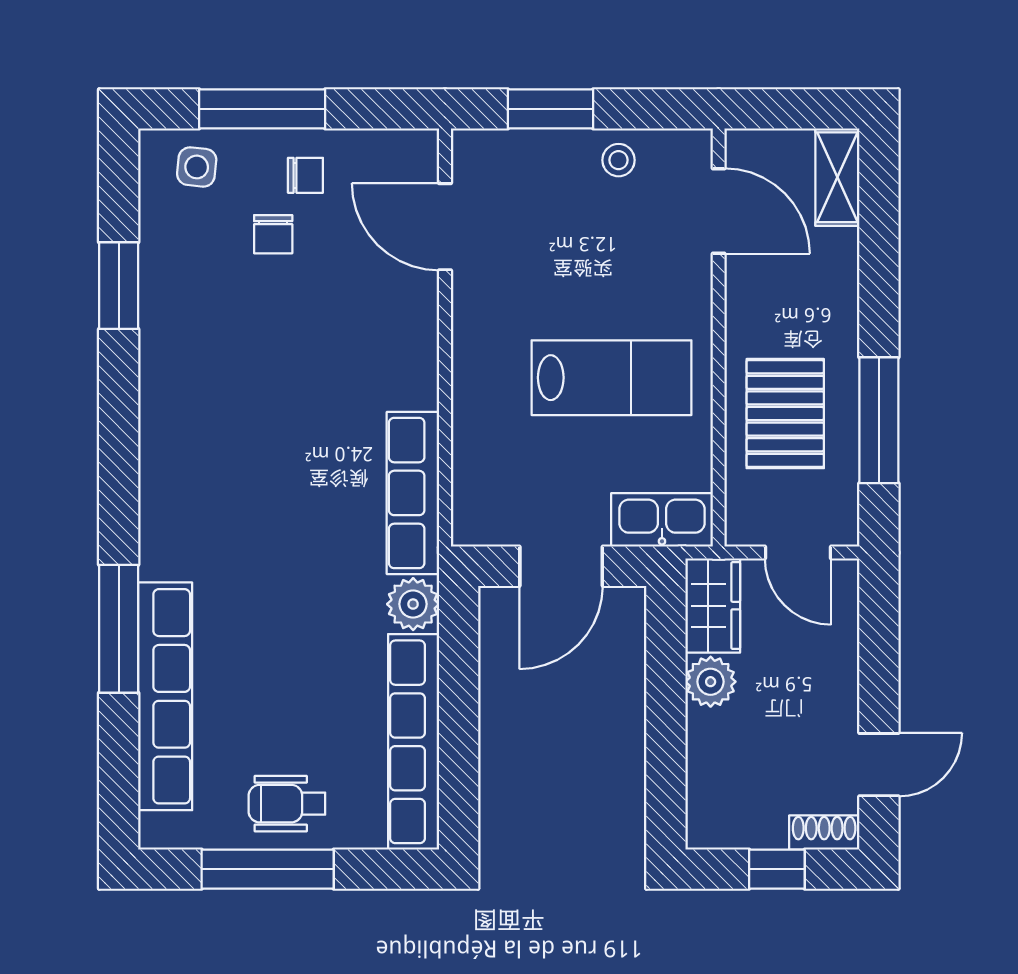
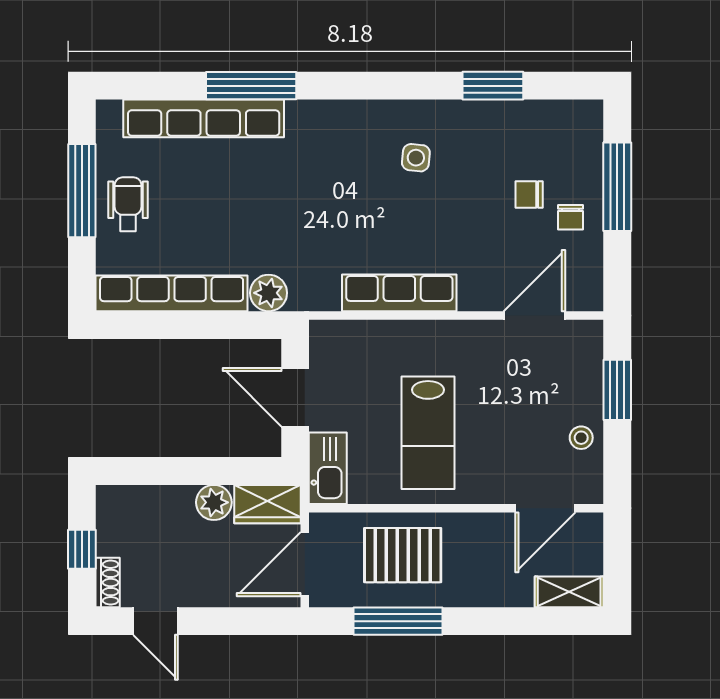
side table: (197, 167) -> (416, 158), moved
row of seats: (413, 493) -> (399, 293), moved
door: (798, 553) -> (305, 564), width x1.38

